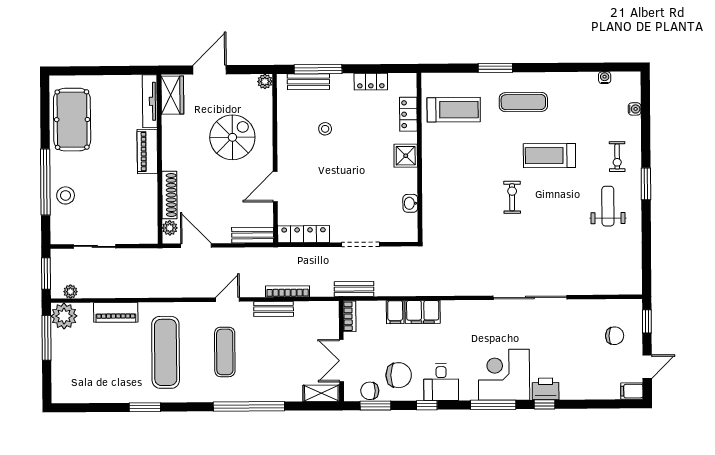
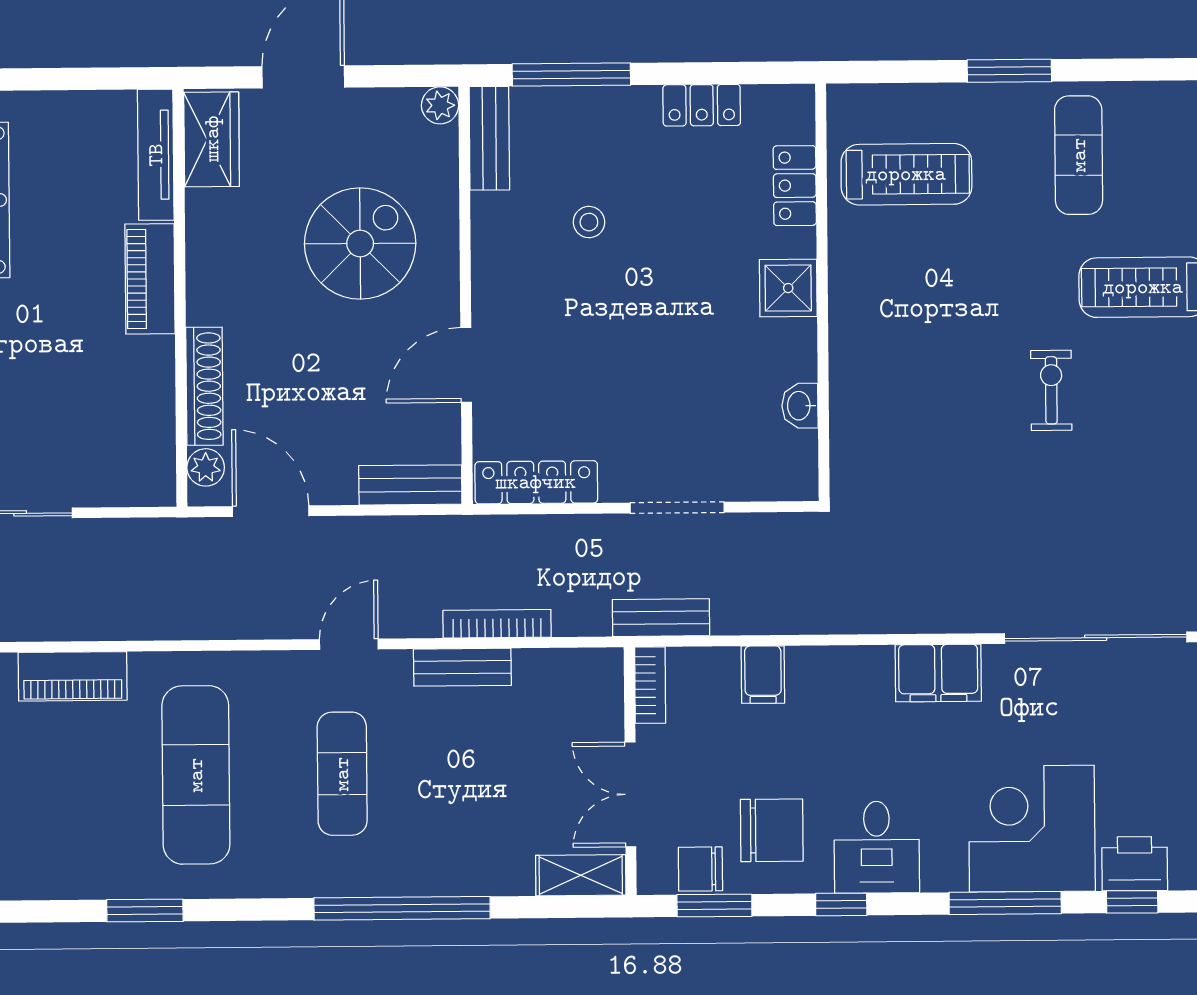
bench: (308, 82) -> (489, 138), moved, turned 90
exercise mat: (523, 102) -> (1079, 155), turned 90
filing cabinet: (423, 312) -> (938, 673), moved

